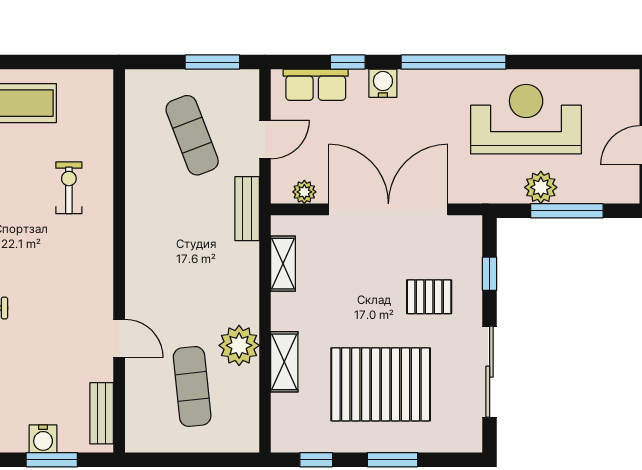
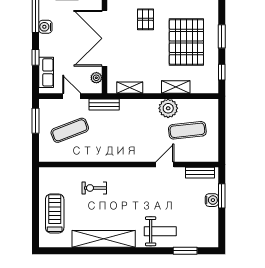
water cooler: (383, 83) -> (45, 27), moved

